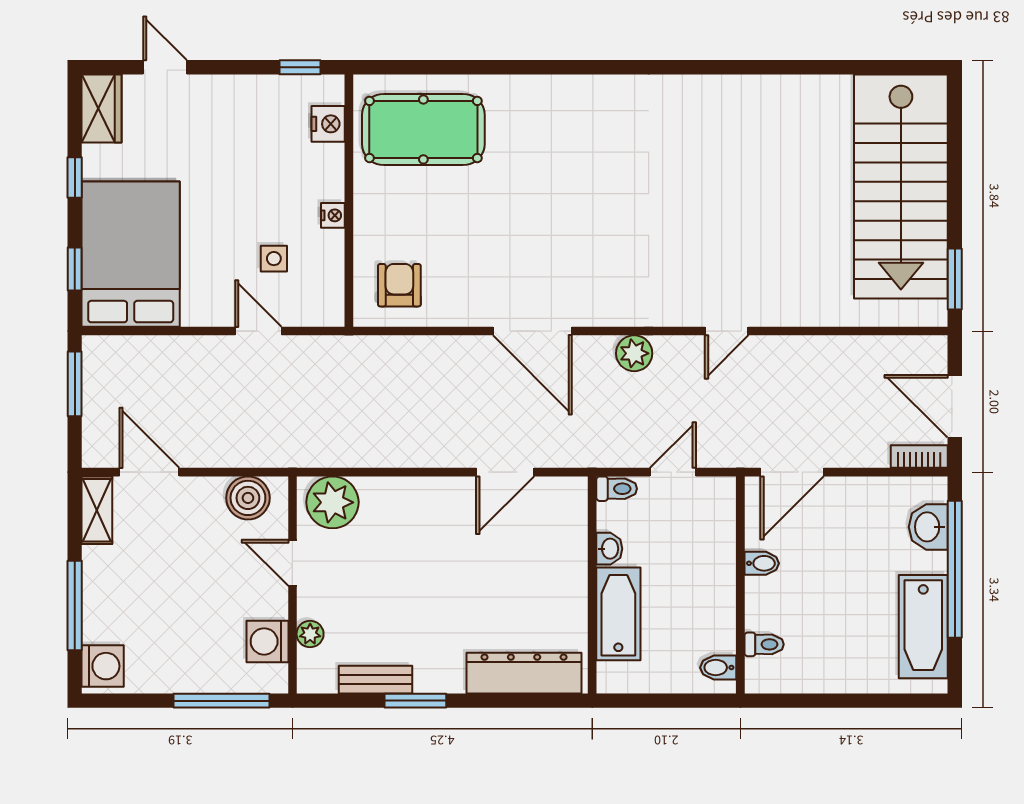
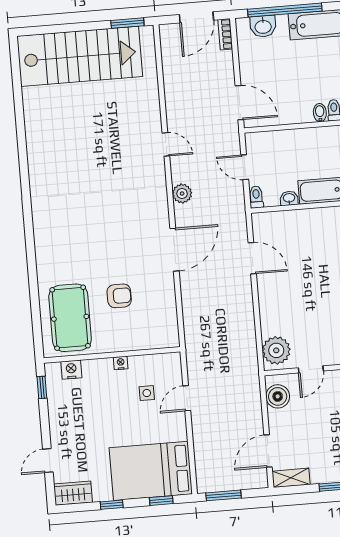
armchair: (399, 285) -> (119, 296), moved, turned 180
bidet: (762, 563) -> (320, 113), moved

